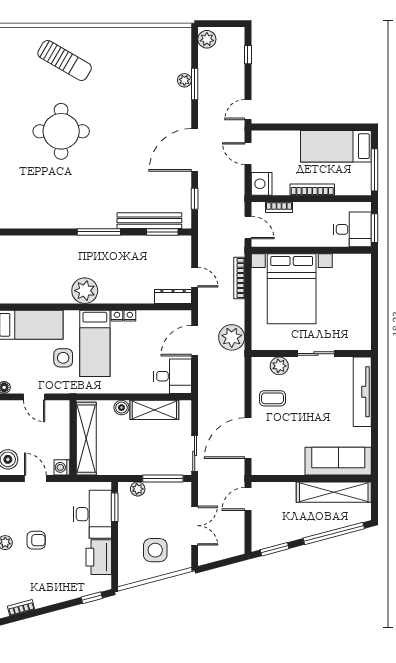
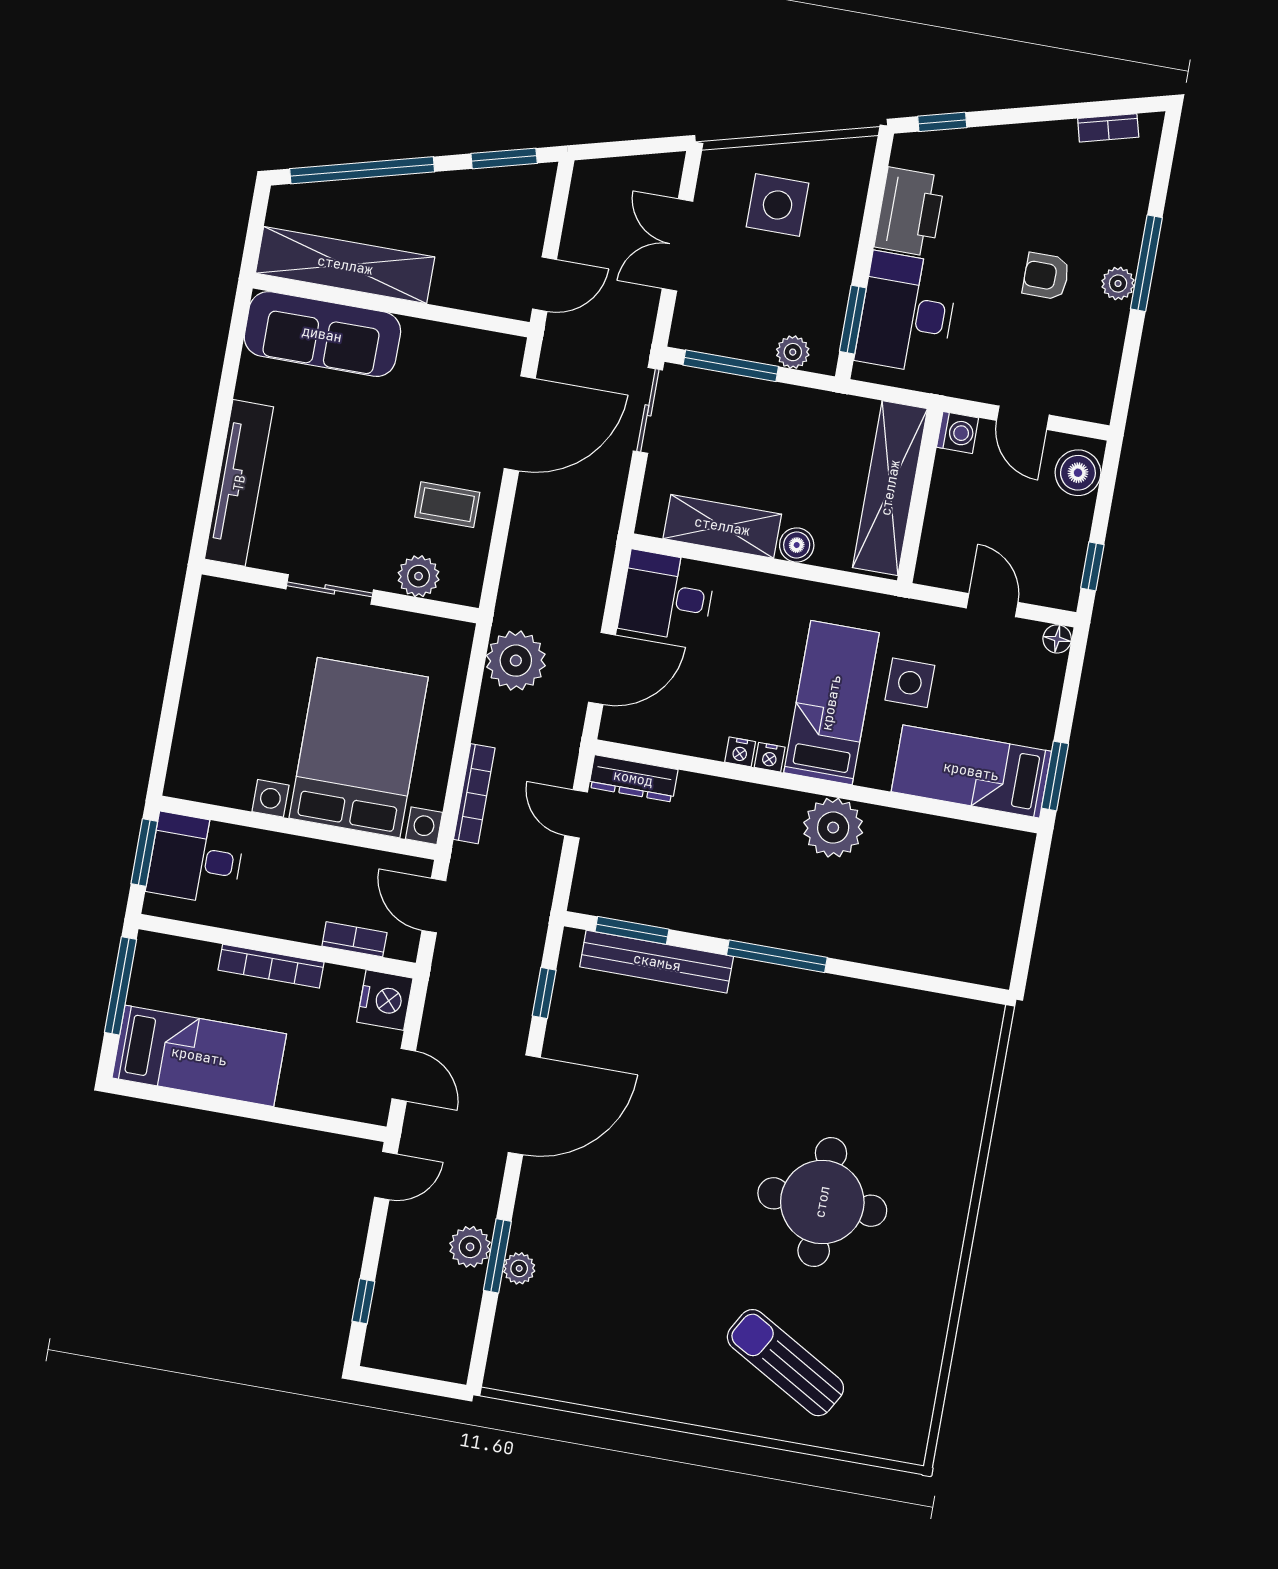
plant: (207, 39) -> (470, 1247), moved

